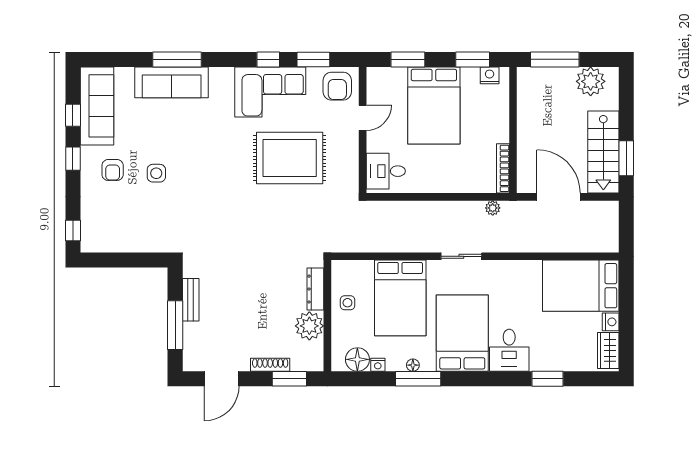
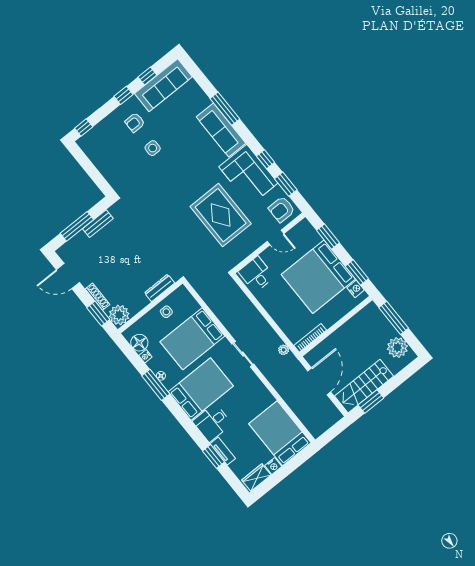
sofa: (172, 82) -> (221, 130), moved
bed: (434, 105) -> (318, 277), width x1.36
plant: (309, 326) -> (119, 315), moved
tv unit: (550, 364) -> (223, 451), added

